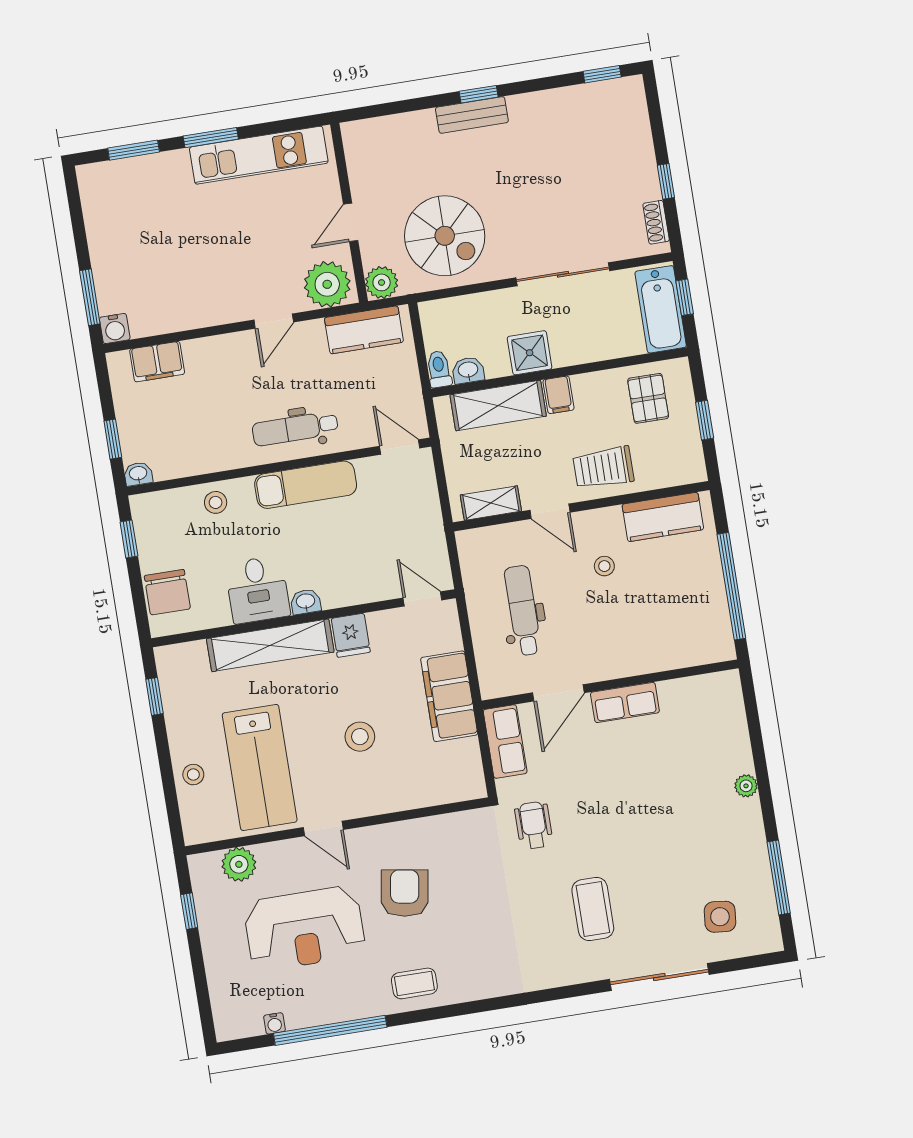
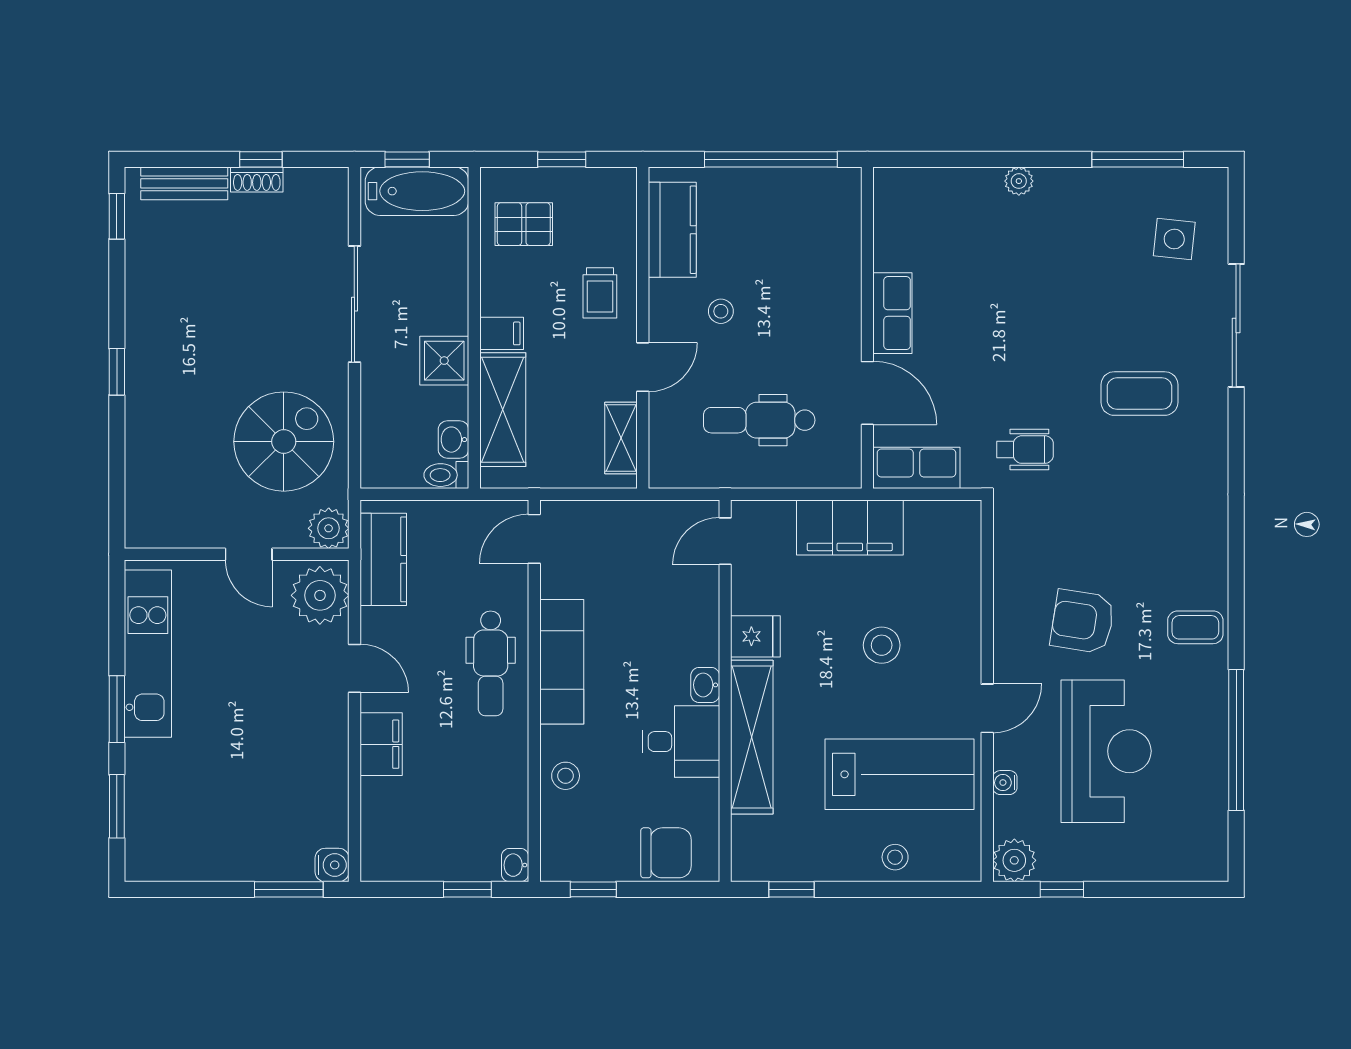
bench: (472, 115) -> (184, 183), moved, turned 90
shoe rack: (656, 222) -> (257, 179), moved
filing cabinet: (157, 362) -> (381, 744), moved
trolley: (603, 468) -> (600, 293), width x0.73, depth x0.72
wheelchair: (534, 825) -> (1025, 450), turned 180
plant: (239, 864) -> (1014, 860), moved
coffee table: (414, 983) -> (1195, 627), turned 90
water cooler: (274, 1023) -> (1005, 783), moved, turned 180

